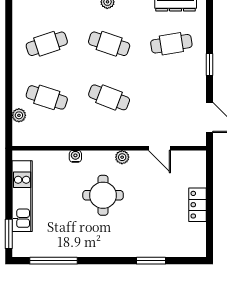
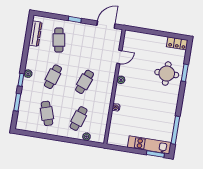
round table: (103, 195) -> (167, 74), moved
kitchen unit: (22, 196) -> (149, 145), moved
locker: (198, 205) -> (177, 43), moved

